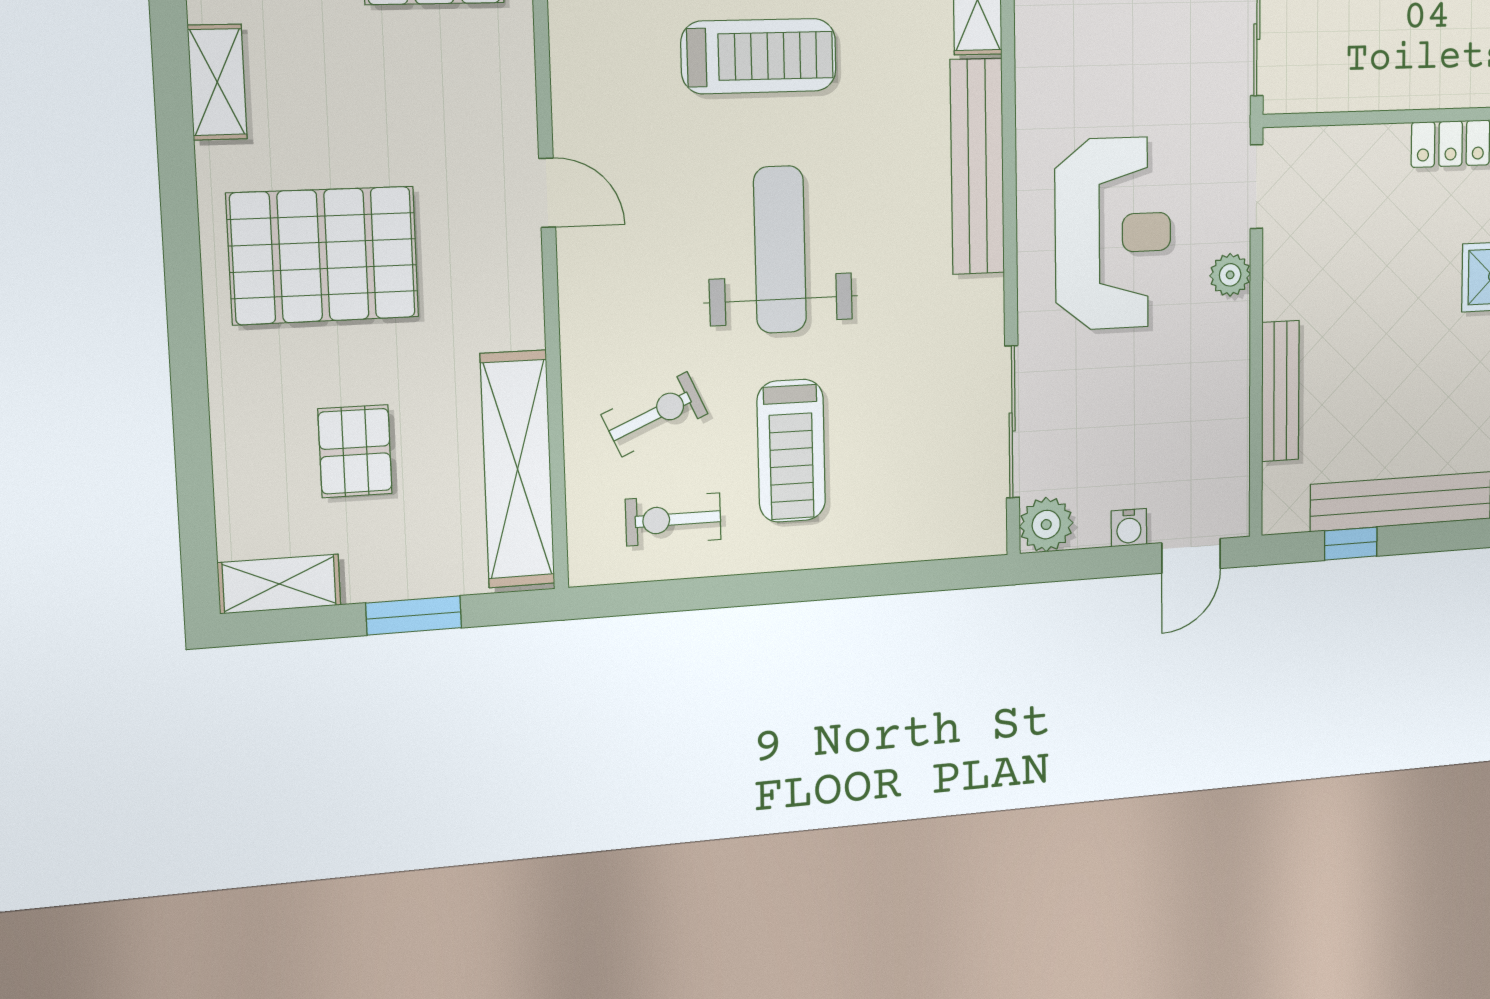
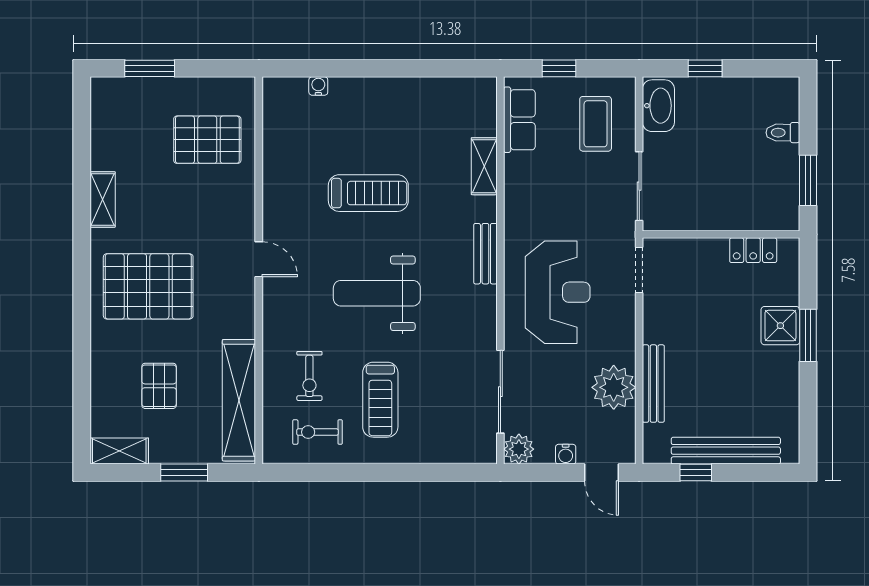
bench: (977, 167) -> (485, 254), width x0.54, depth x0.82
weight bench: (780, 250) -> (377, 293), turned -90
plant: (1230, 275) -> (614, 387), moved, width x1.88, depth x1.88
exercise bike: (655, 414) -> (309, 376), turned 114
door: (1191, 556) -> (601, 473), hinge flipped

